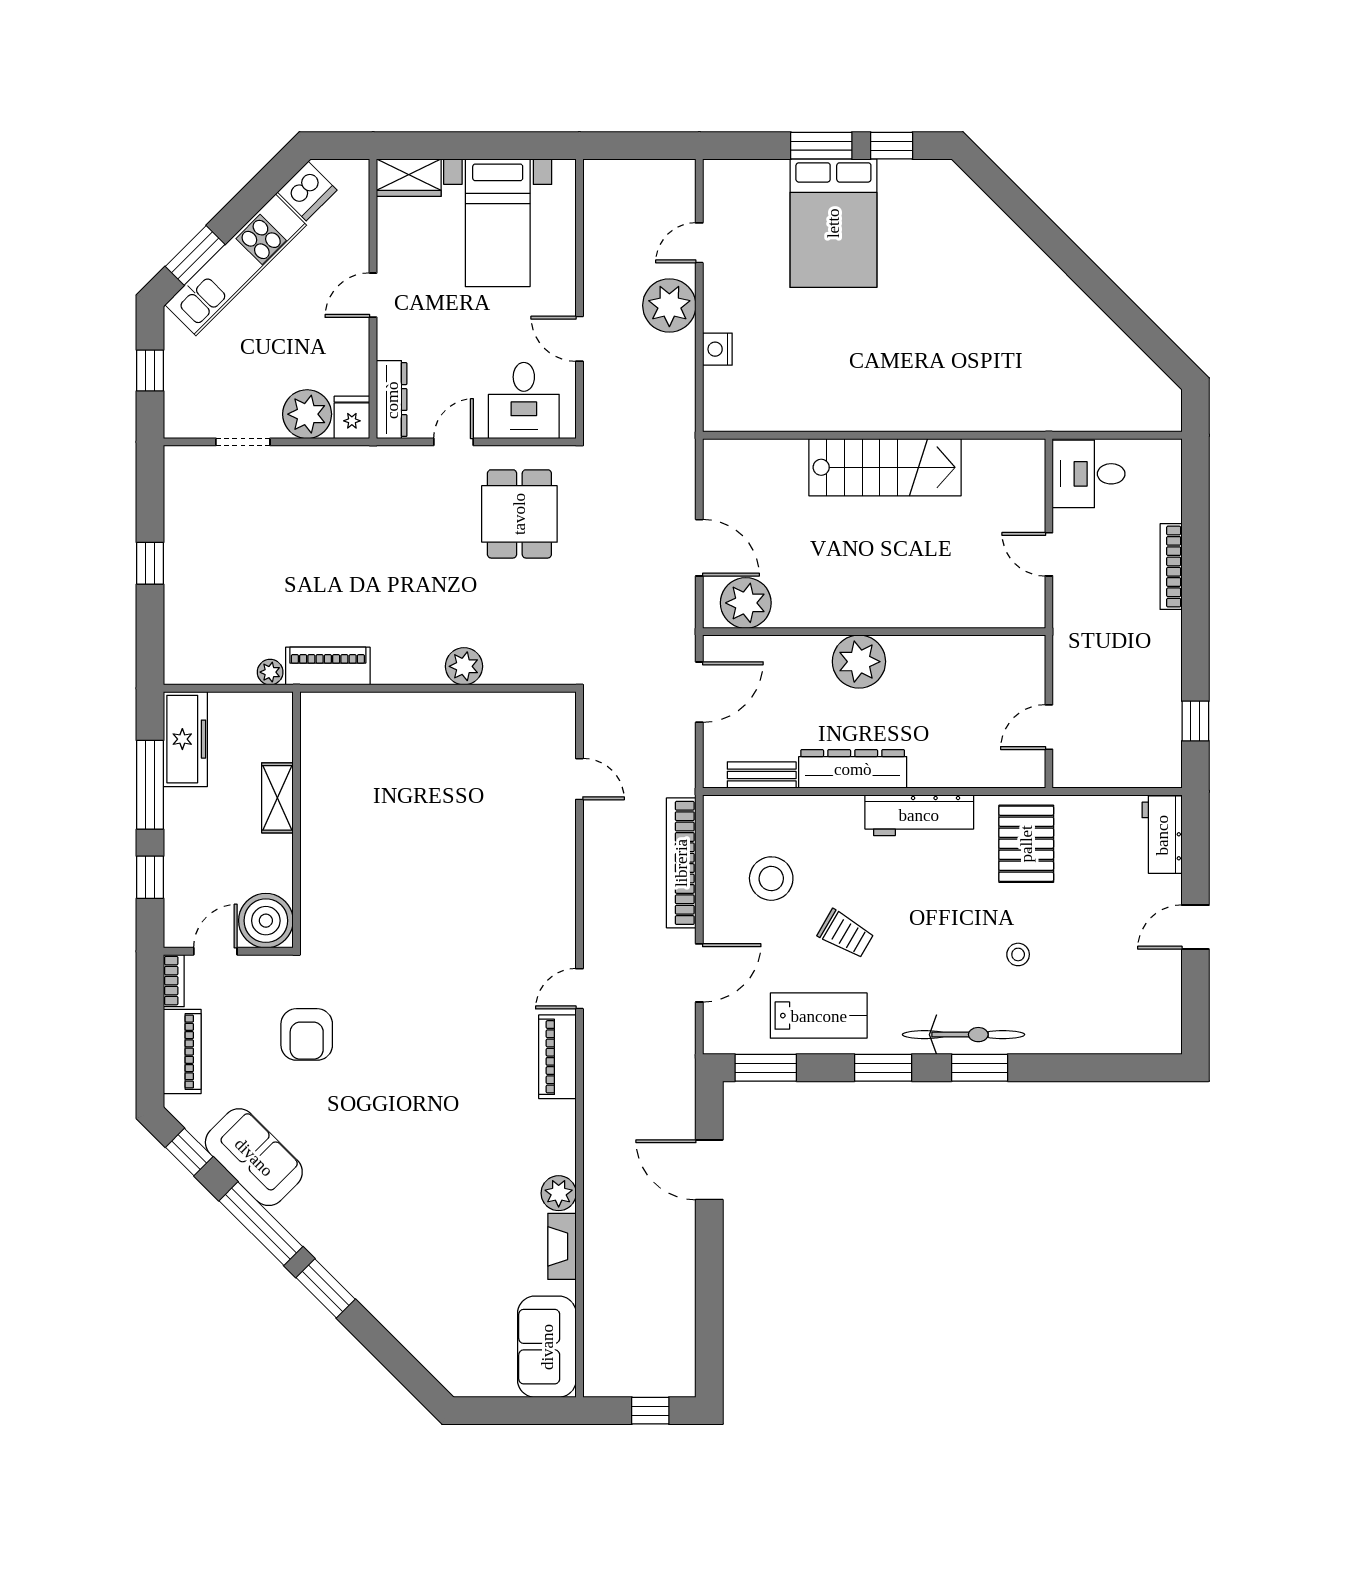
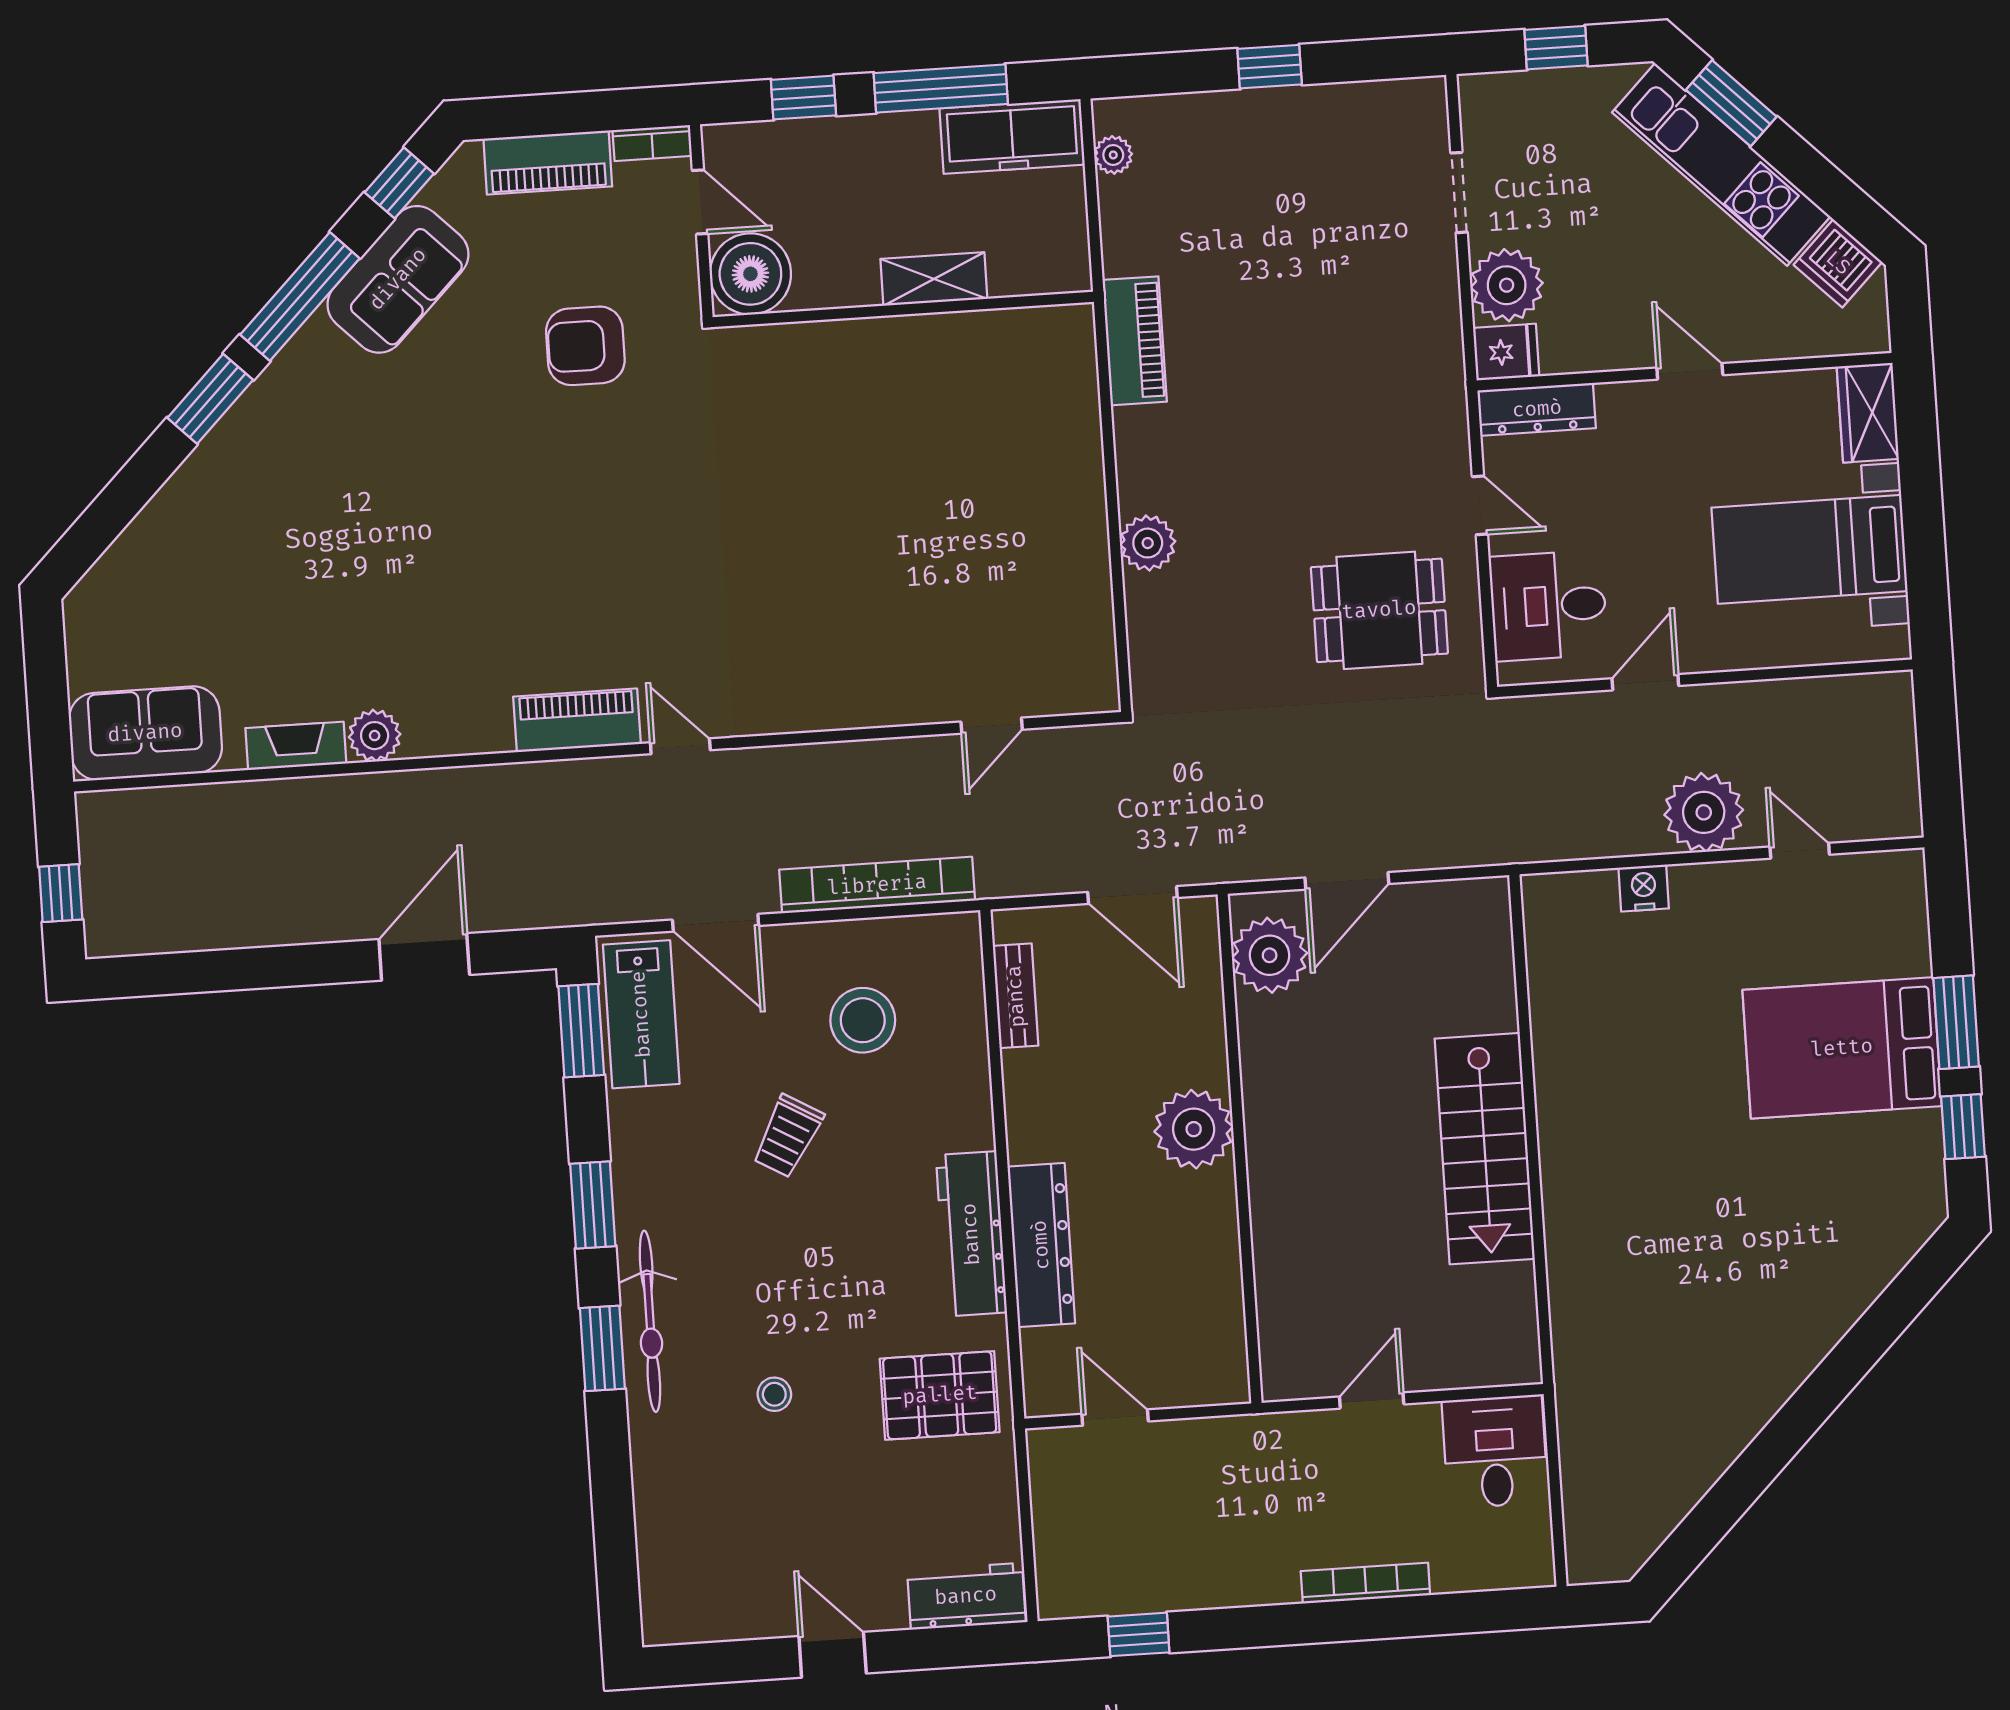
plant: (270, 672) -> (1113, 155), moved
dresser: (853, 769) -> (1041, 1245), moved
lab bench: (819, 1016) -> (641, 1014), moved

